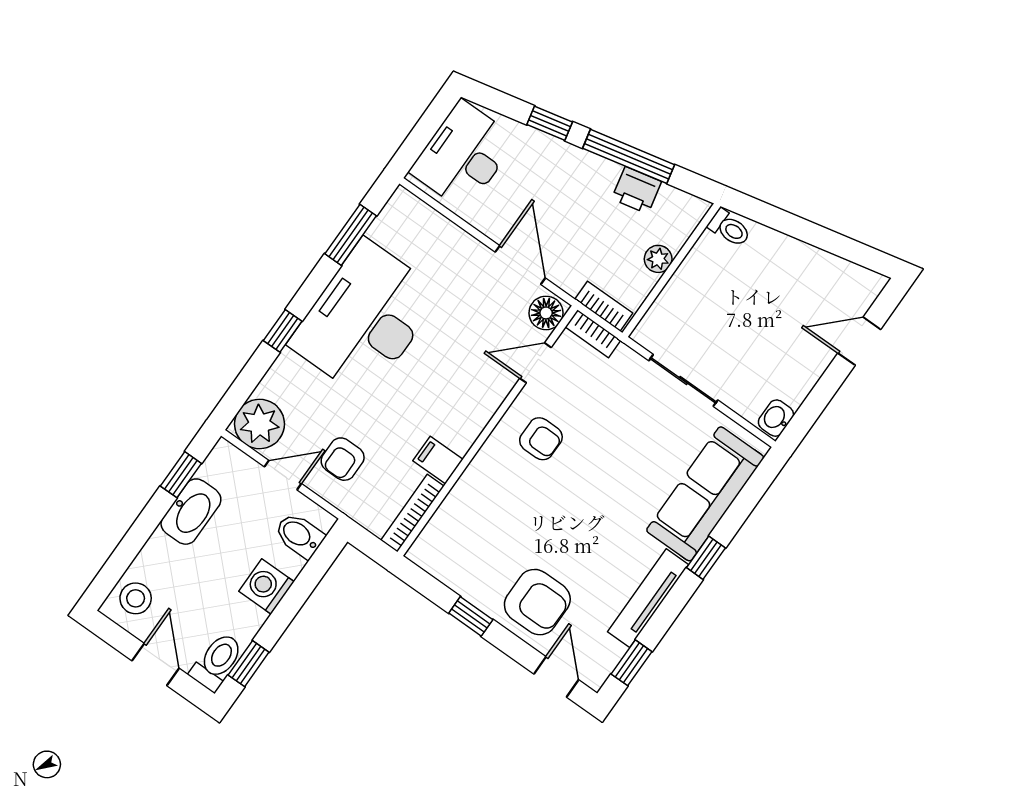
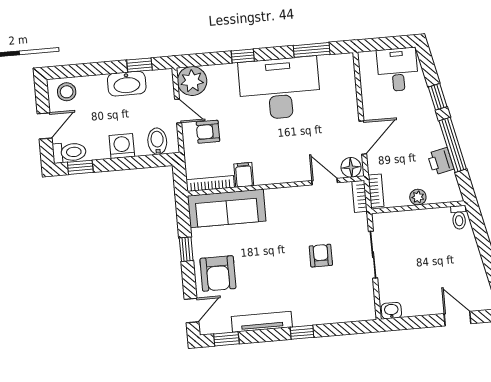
desk: (463, 155) -> (398, 70), width x0.73
armchair: (541, 439) -> (321, 256), moved, turned 180
sofa: (705, 494) -> (227, 208), moved, turned 180

